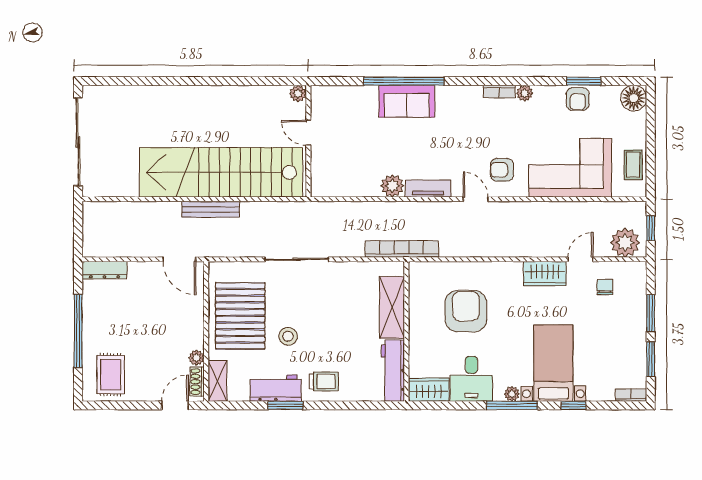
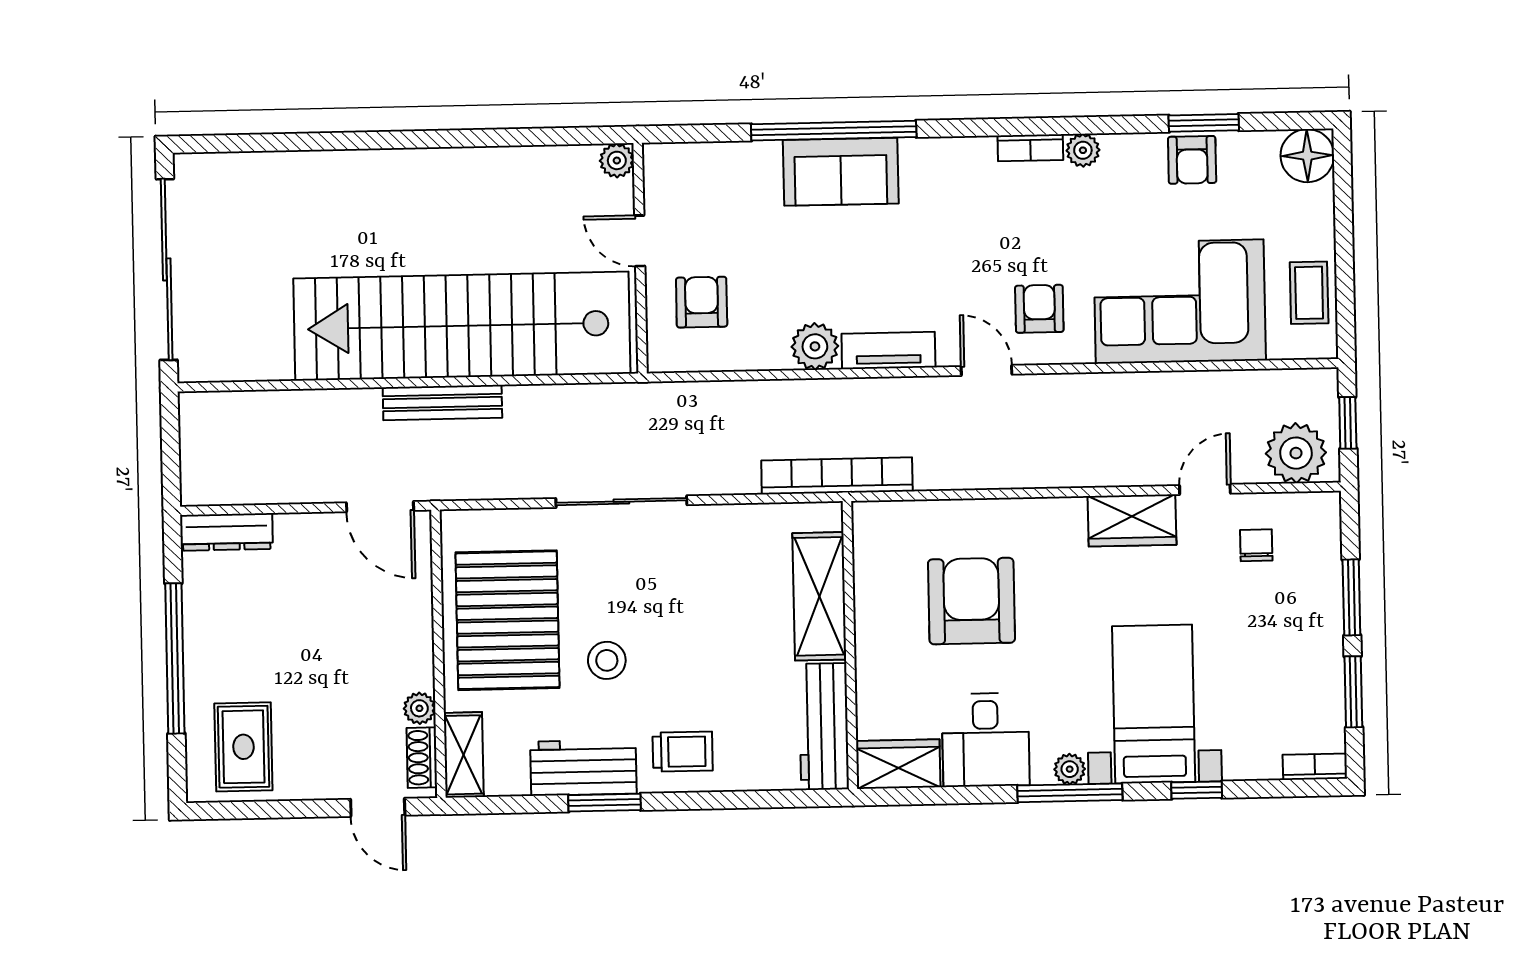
armchair: (338, 163) -> (702, 302), added
armchair: (502, 170) -> (1039, 309), turned 90
door: (175, 405) -> (378, 807), swing flipped

